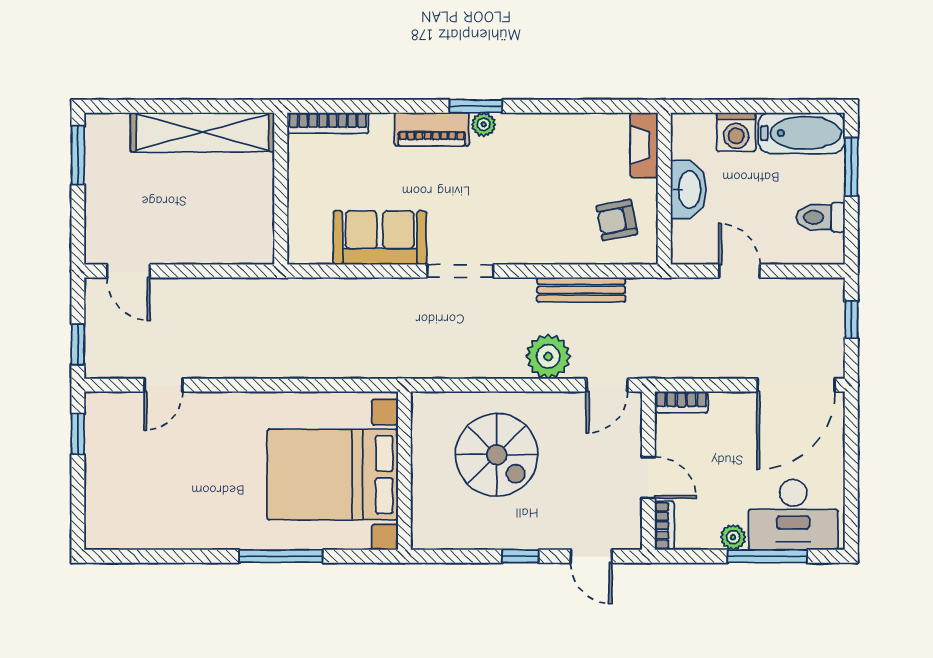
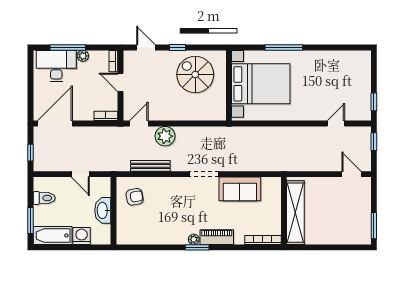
shelving: (202, 132) -> (295, 213), moved, turned 90
fireplace: (644, 145) -> (122, 230), removed
spiral stairs: (497, 455) -> (195, 74), moved

